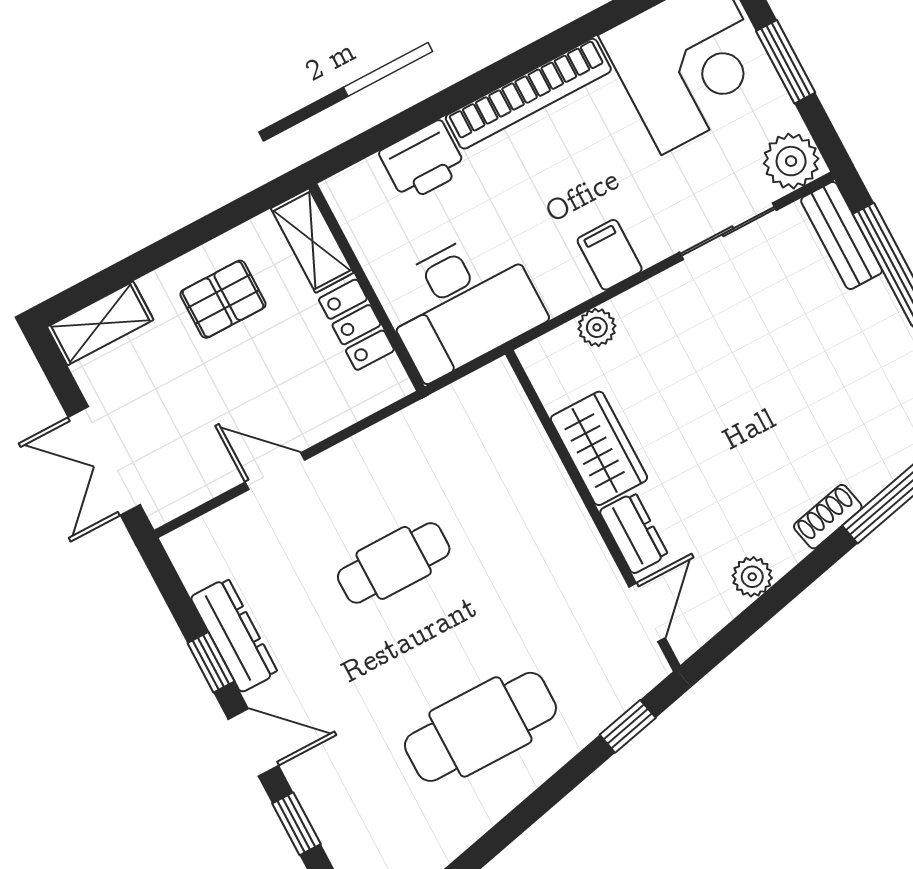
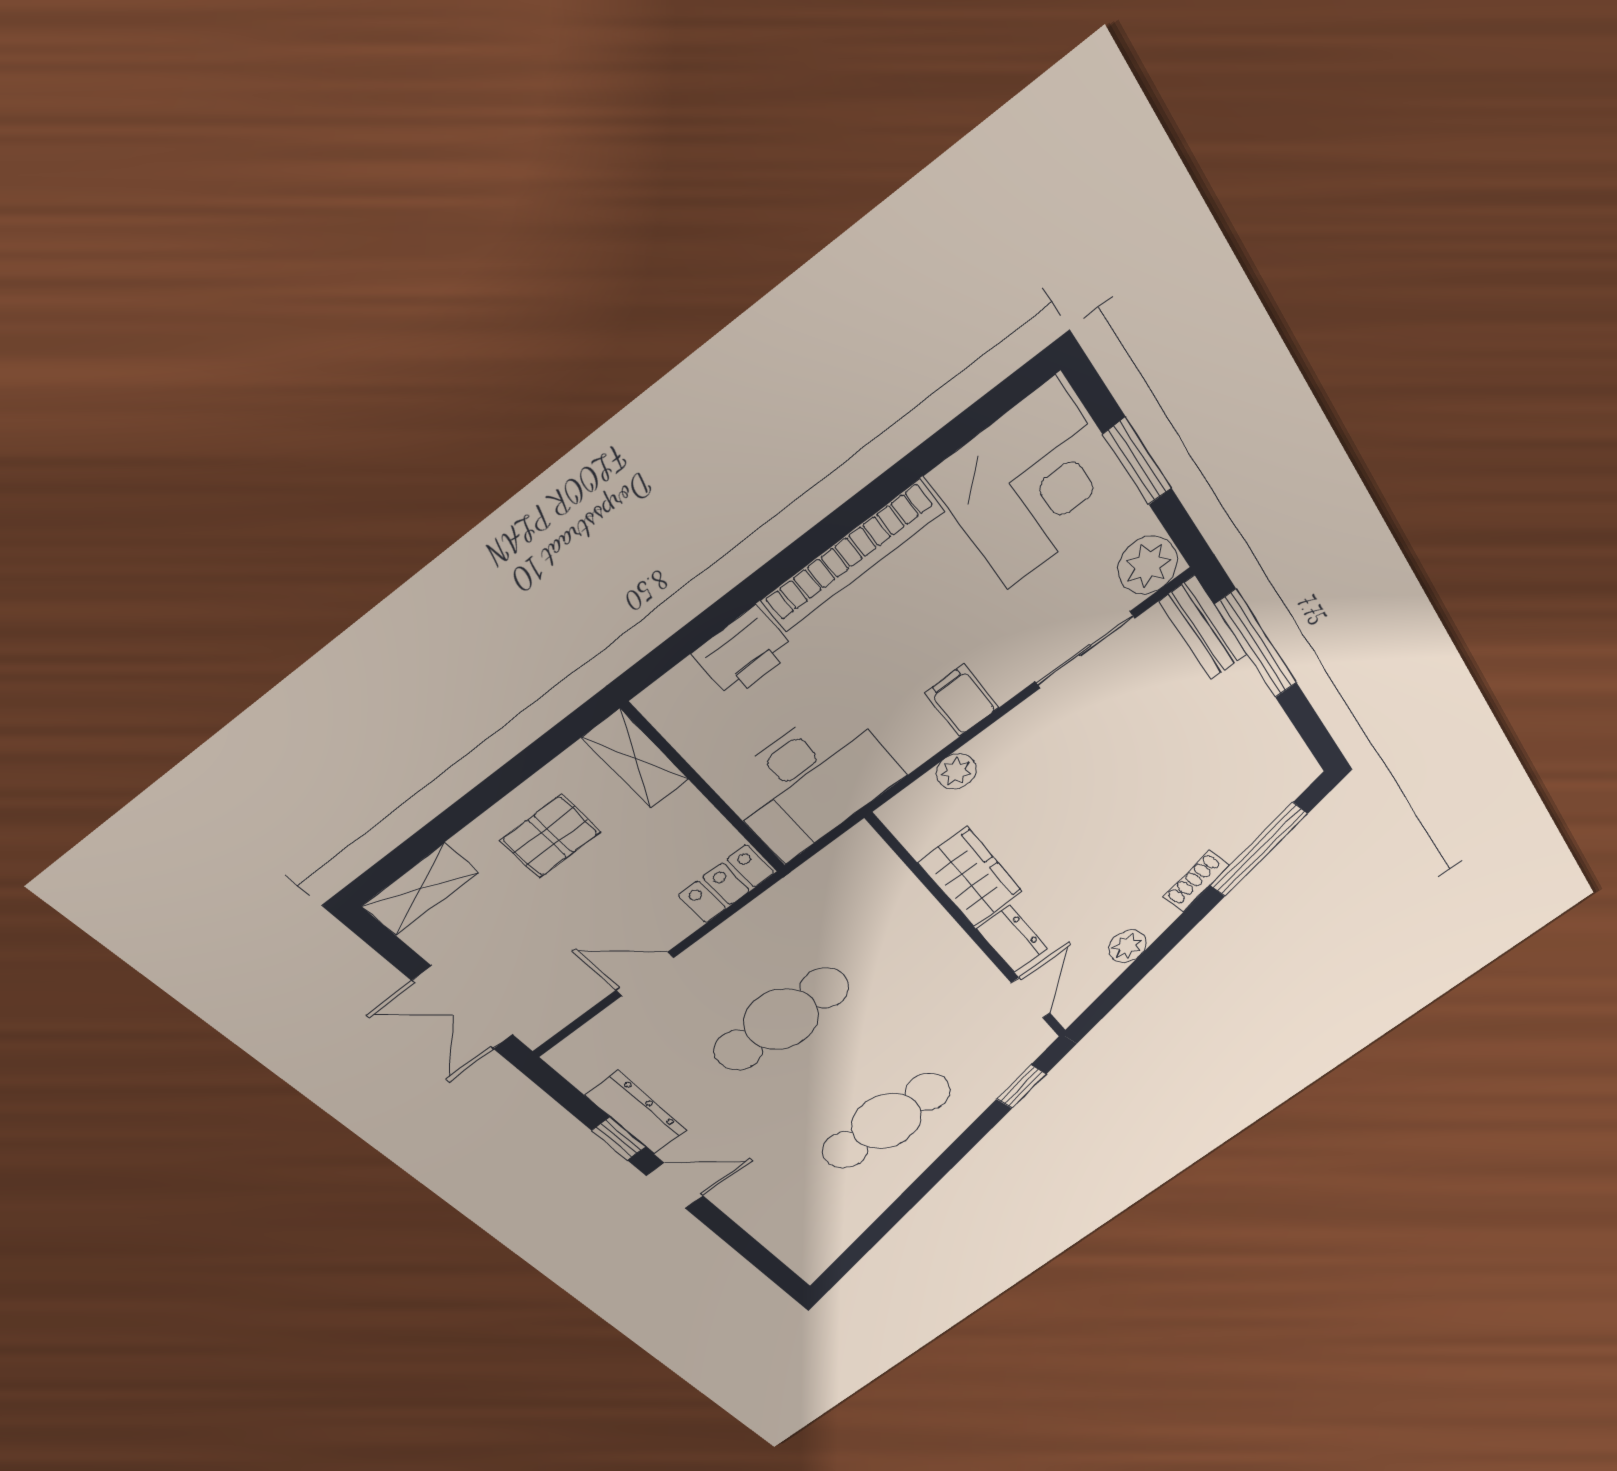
locker: (356, 325) -> (726, 884), moved, turned 90
cafe table: (394, 563) -> (781, 1019), width x1.37, depth x1.35
window: (296, 824) -> (729, 1231), removed

